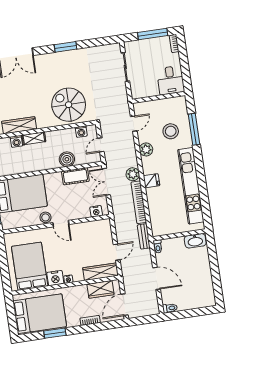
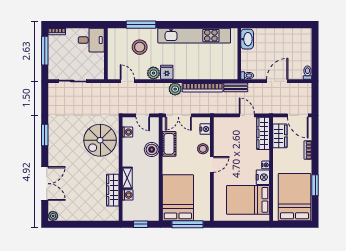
fridge: (151, 181) -> (167, 72), moved
stool: (46, 217) -> (203, 149), moved

